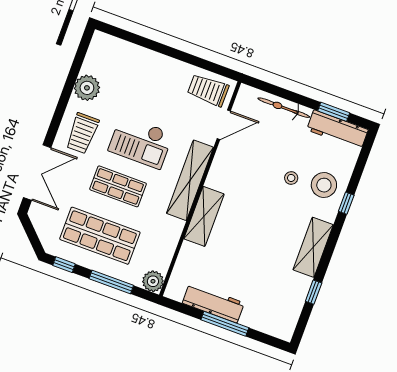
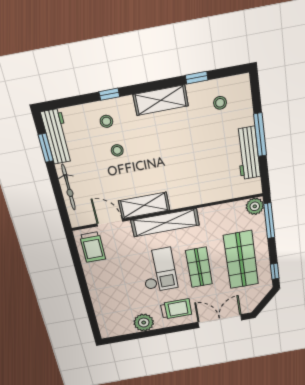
stool: (324, 185) -> (106, 121), width x0.53, depth x0.53
shelving: (204, 216) -> (144, 205), moved
window: (111, 282) -> (269, 221), moved
stool: (278, 301) -> (220, 103), added

